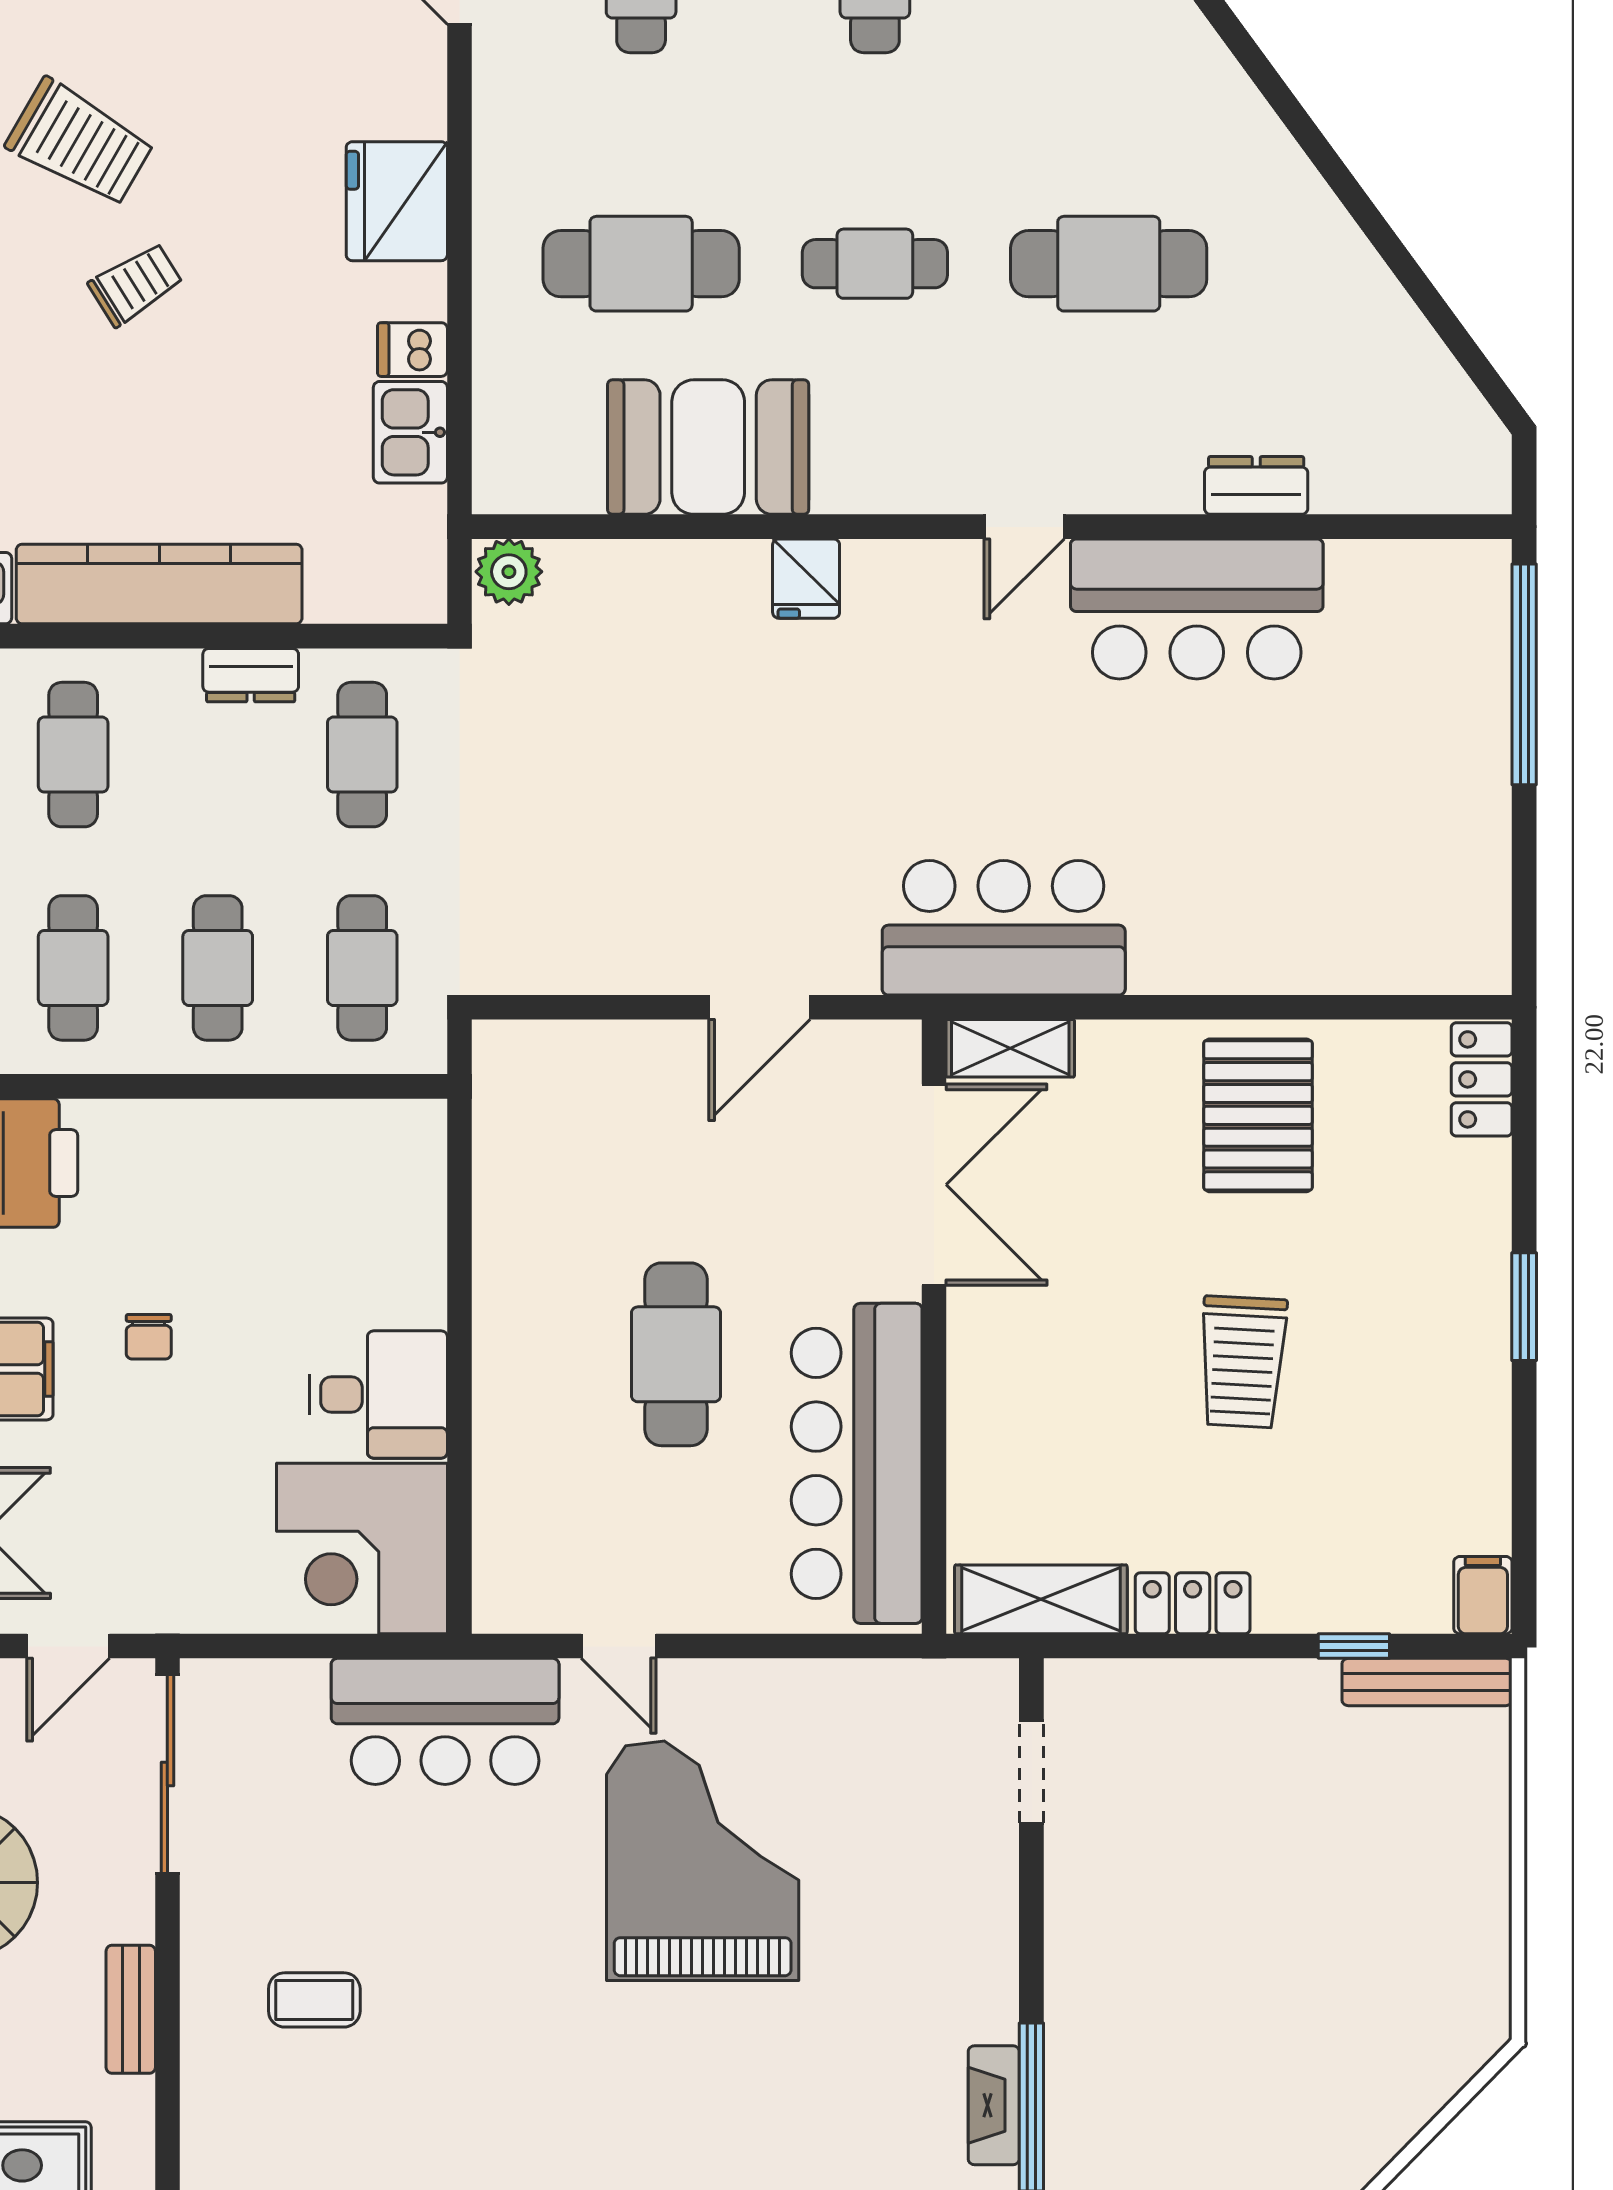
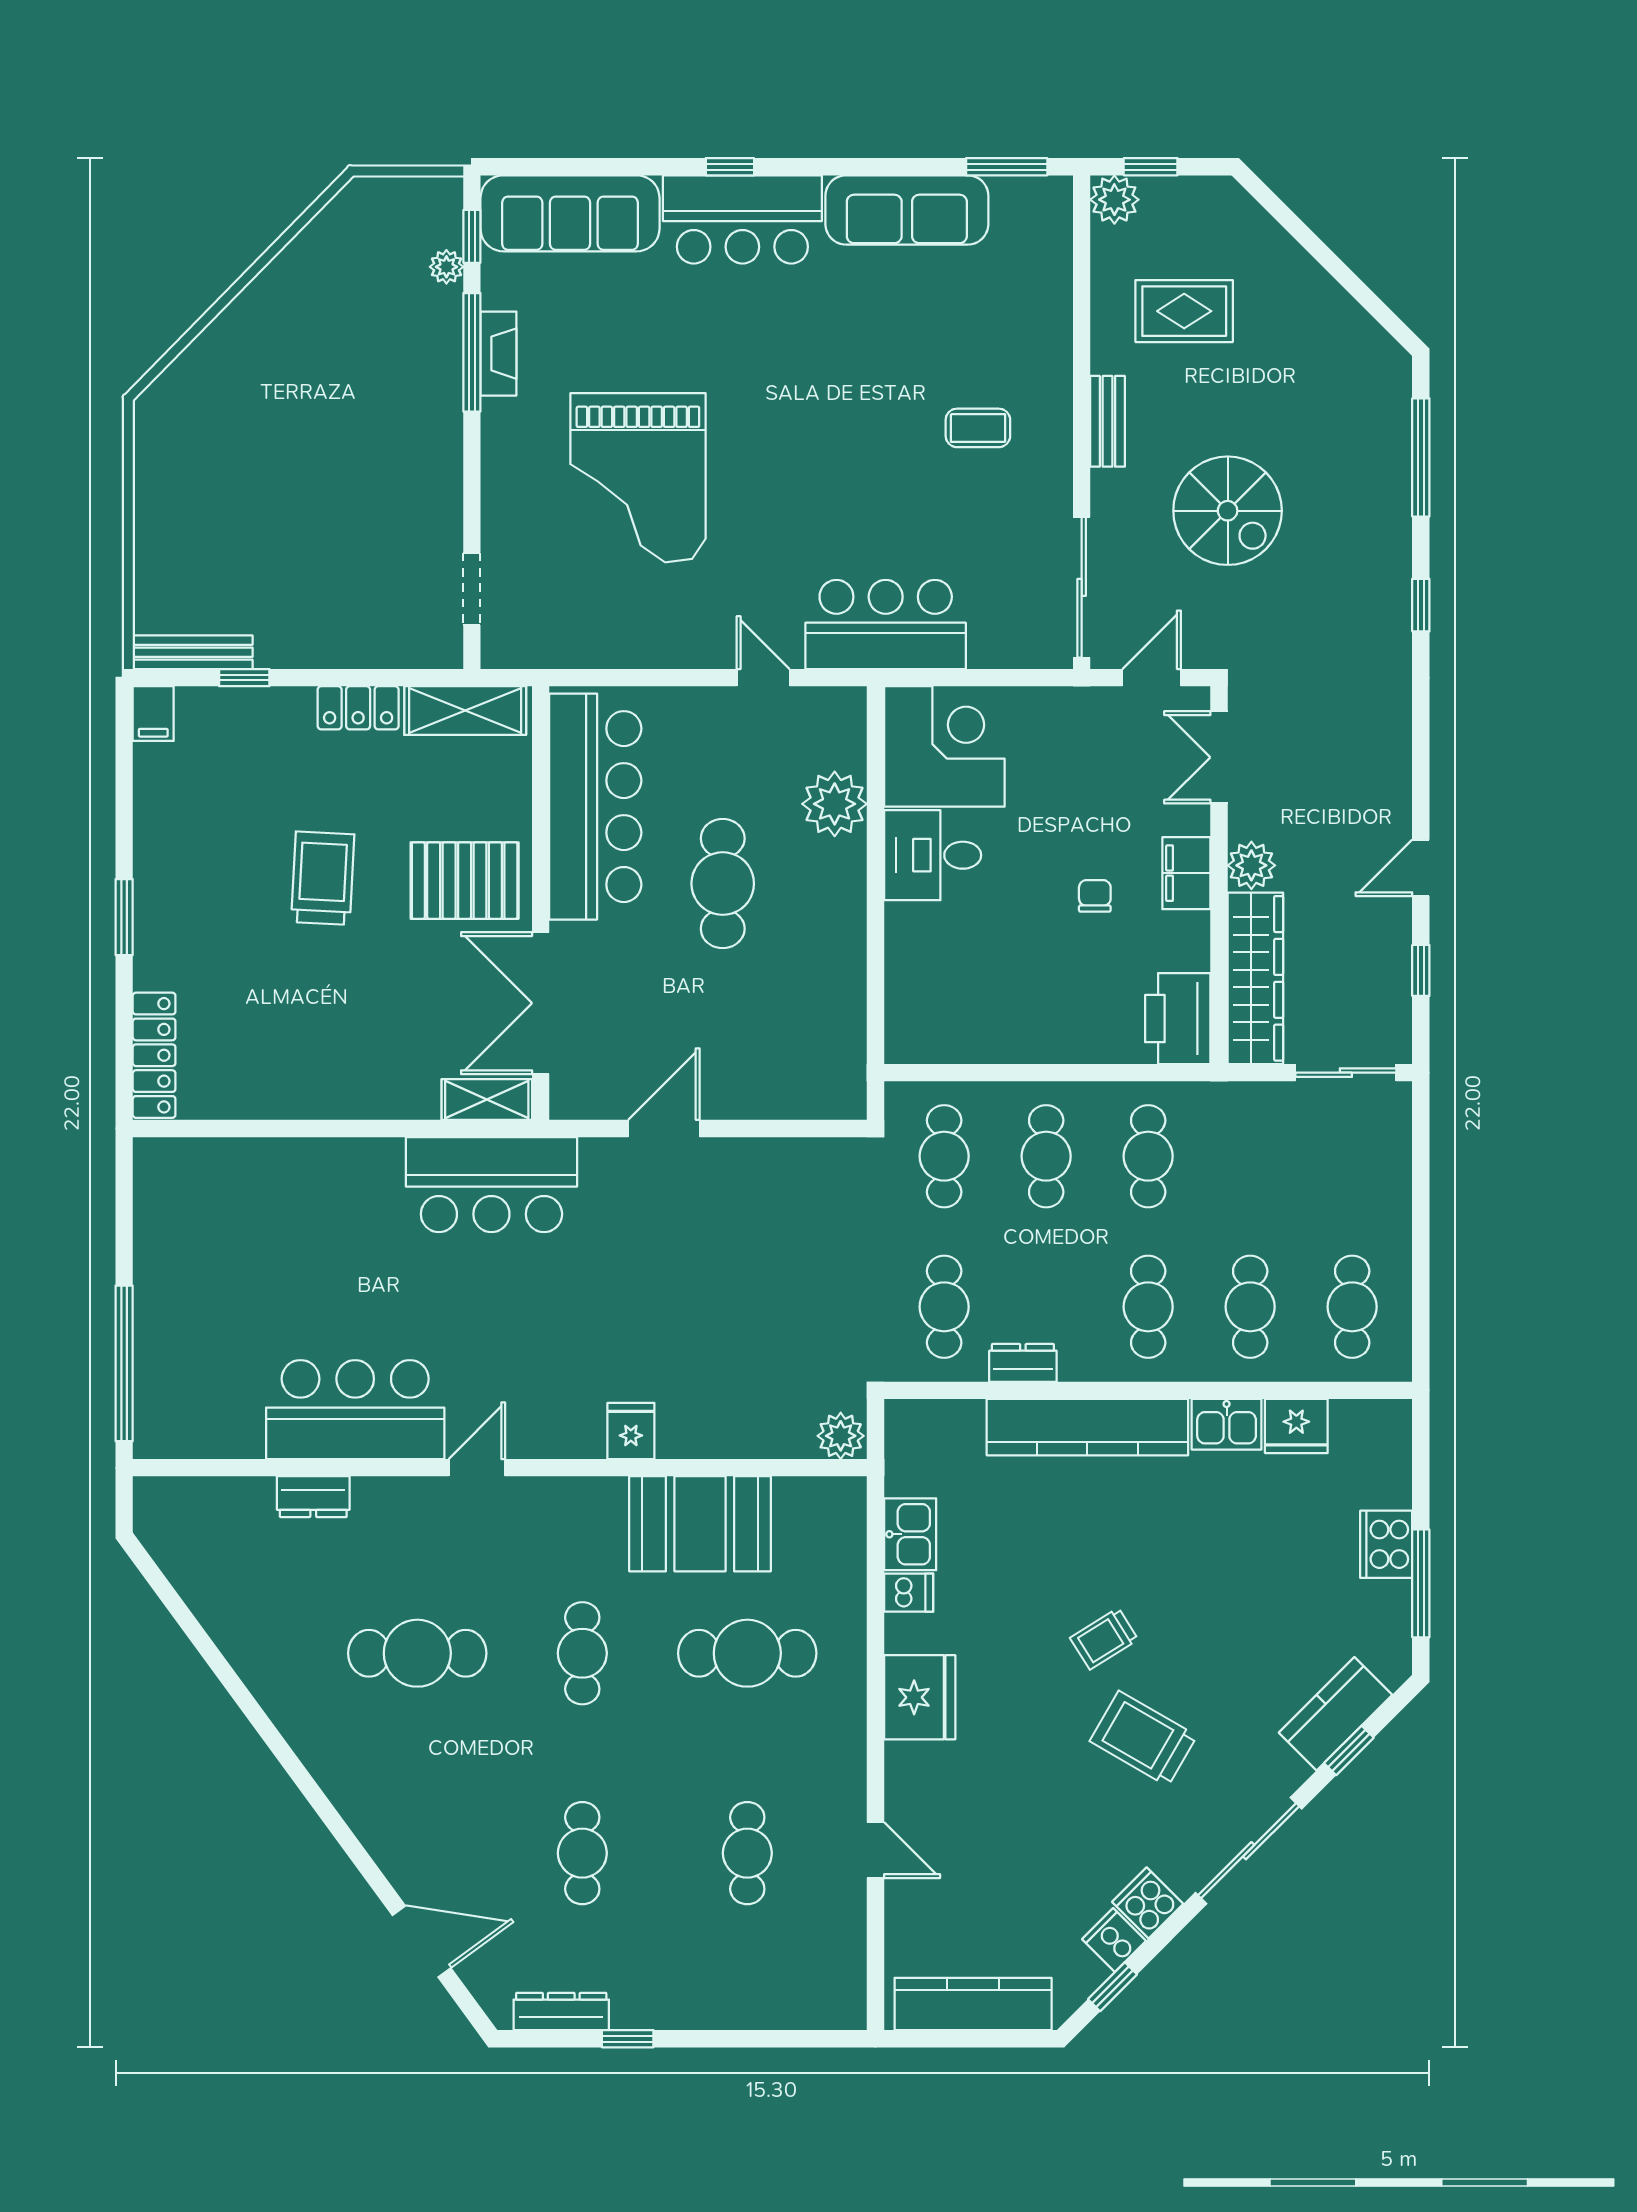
cafe table: (875, 264) -> (582, 1653), turned 90
locker: (1482, 1079) -> (154, 1055), width x1.53
pallet: (1258, 1115) -> (465, 881), moved, turned 90
plant: (518, 1467) -> (835, 804), added
grand piano: (703, 1861) -> (638, 478), moved

